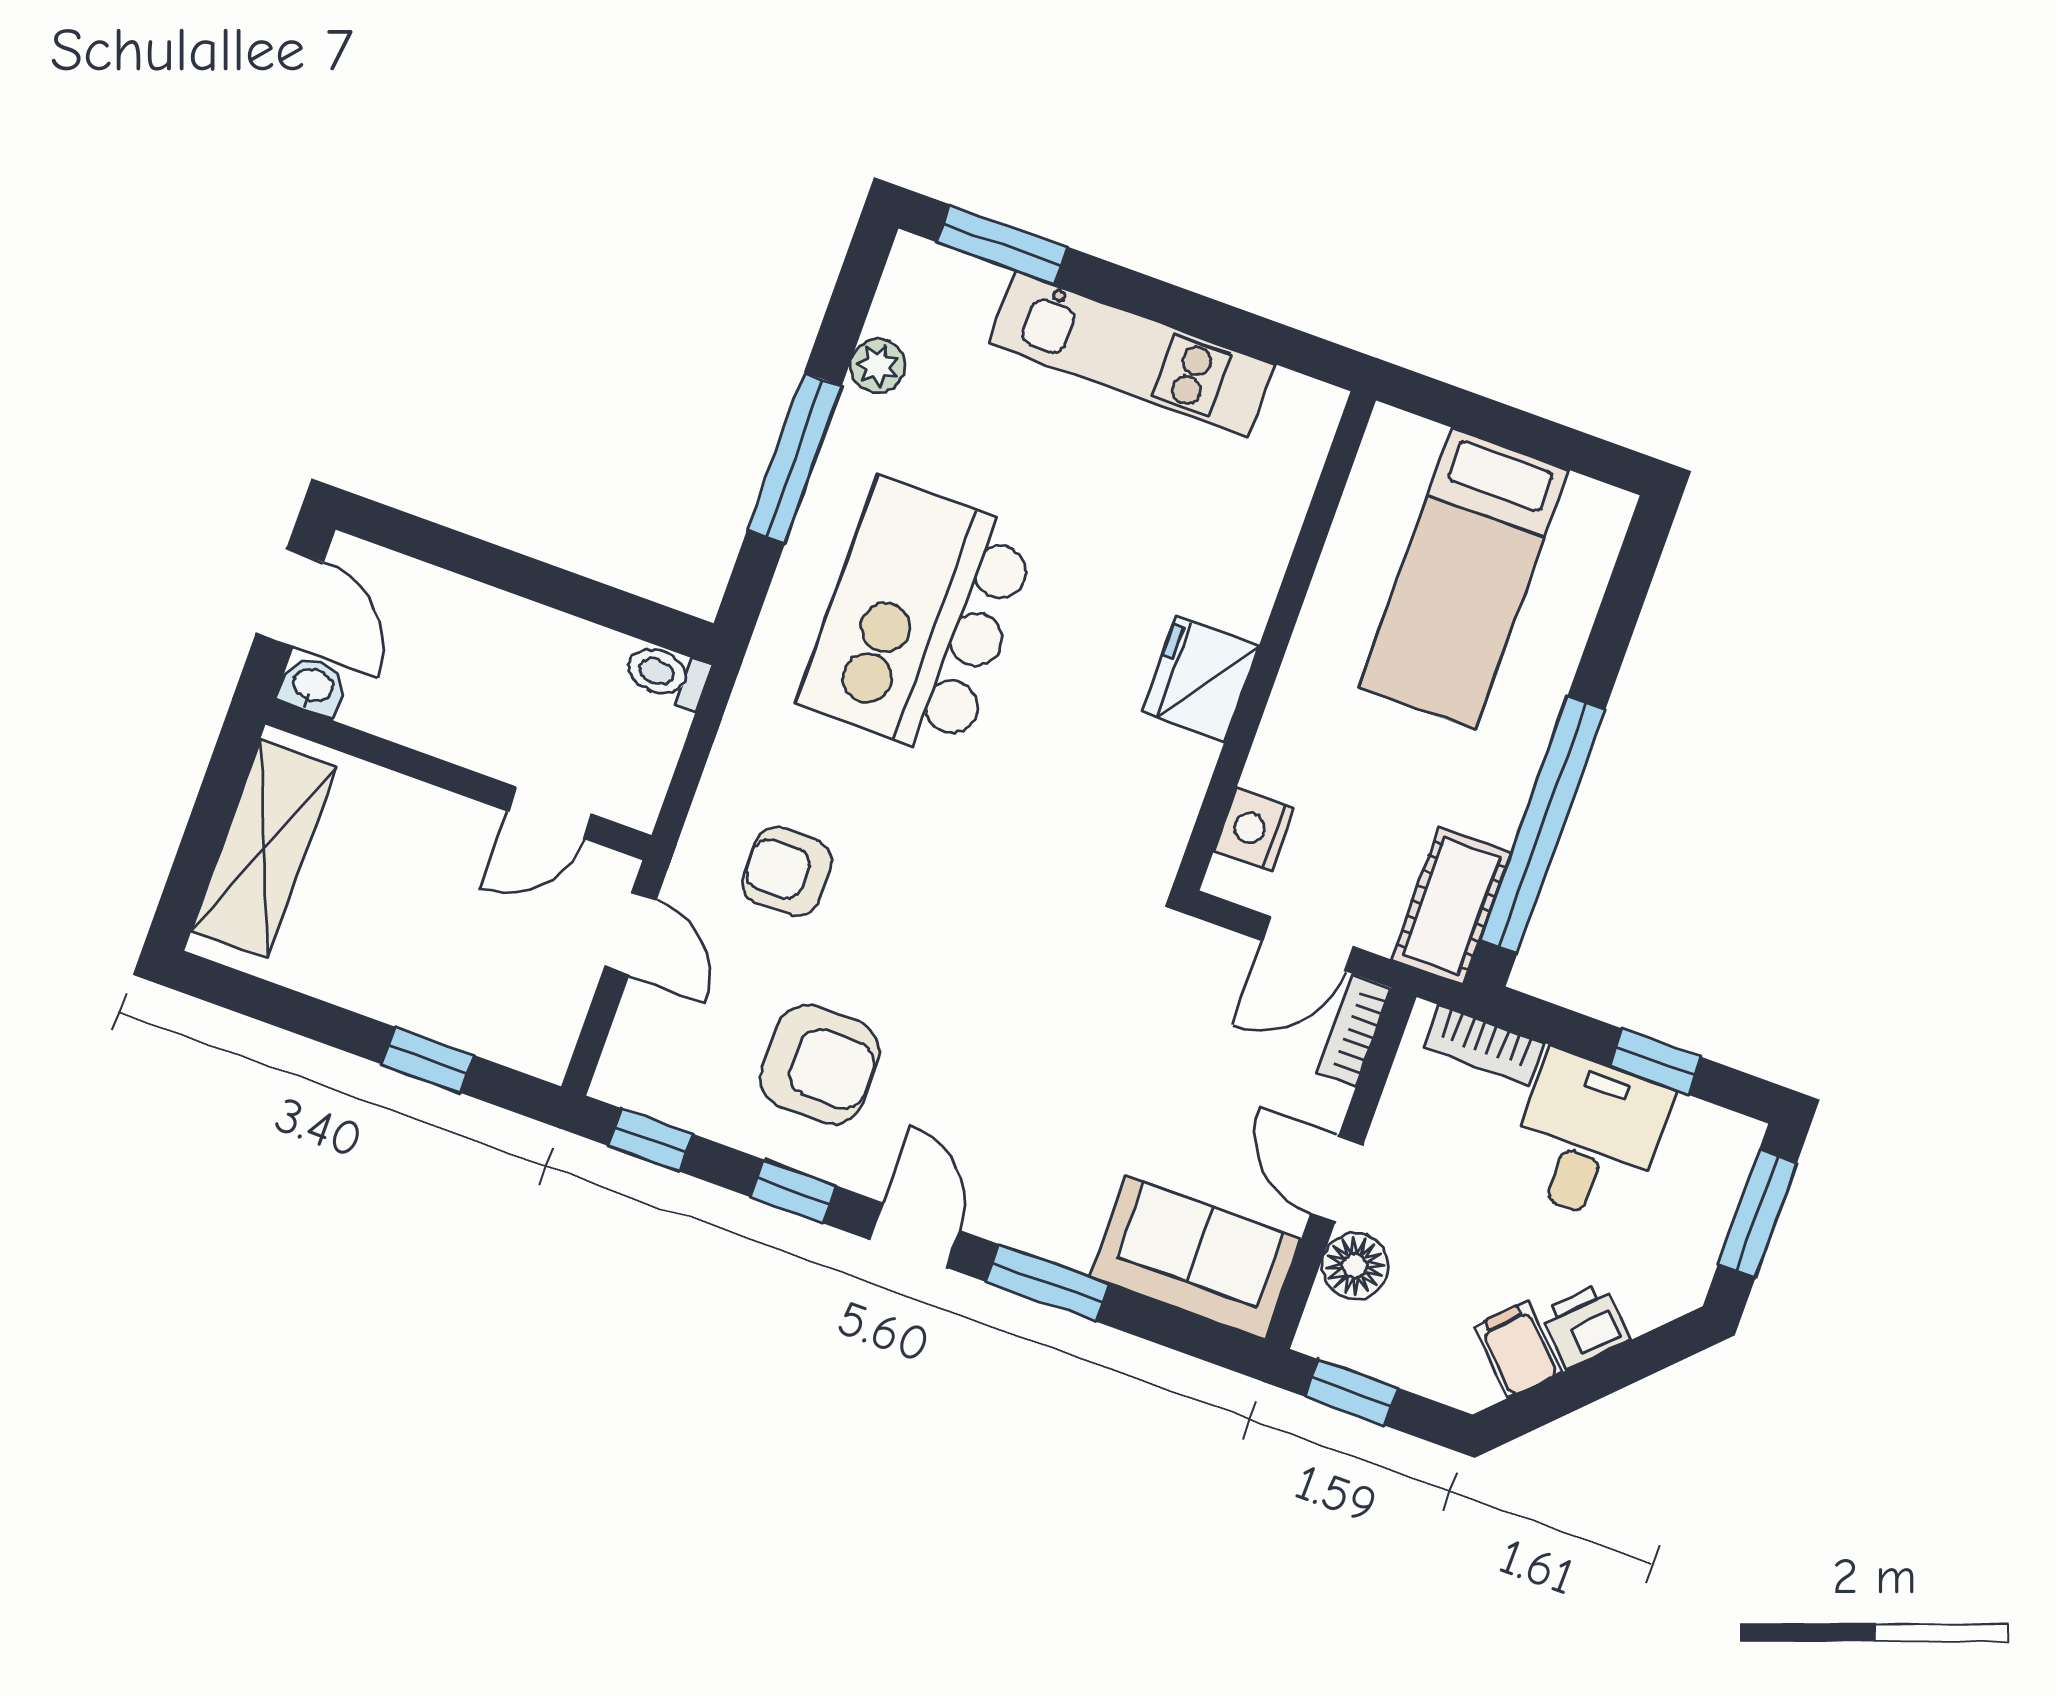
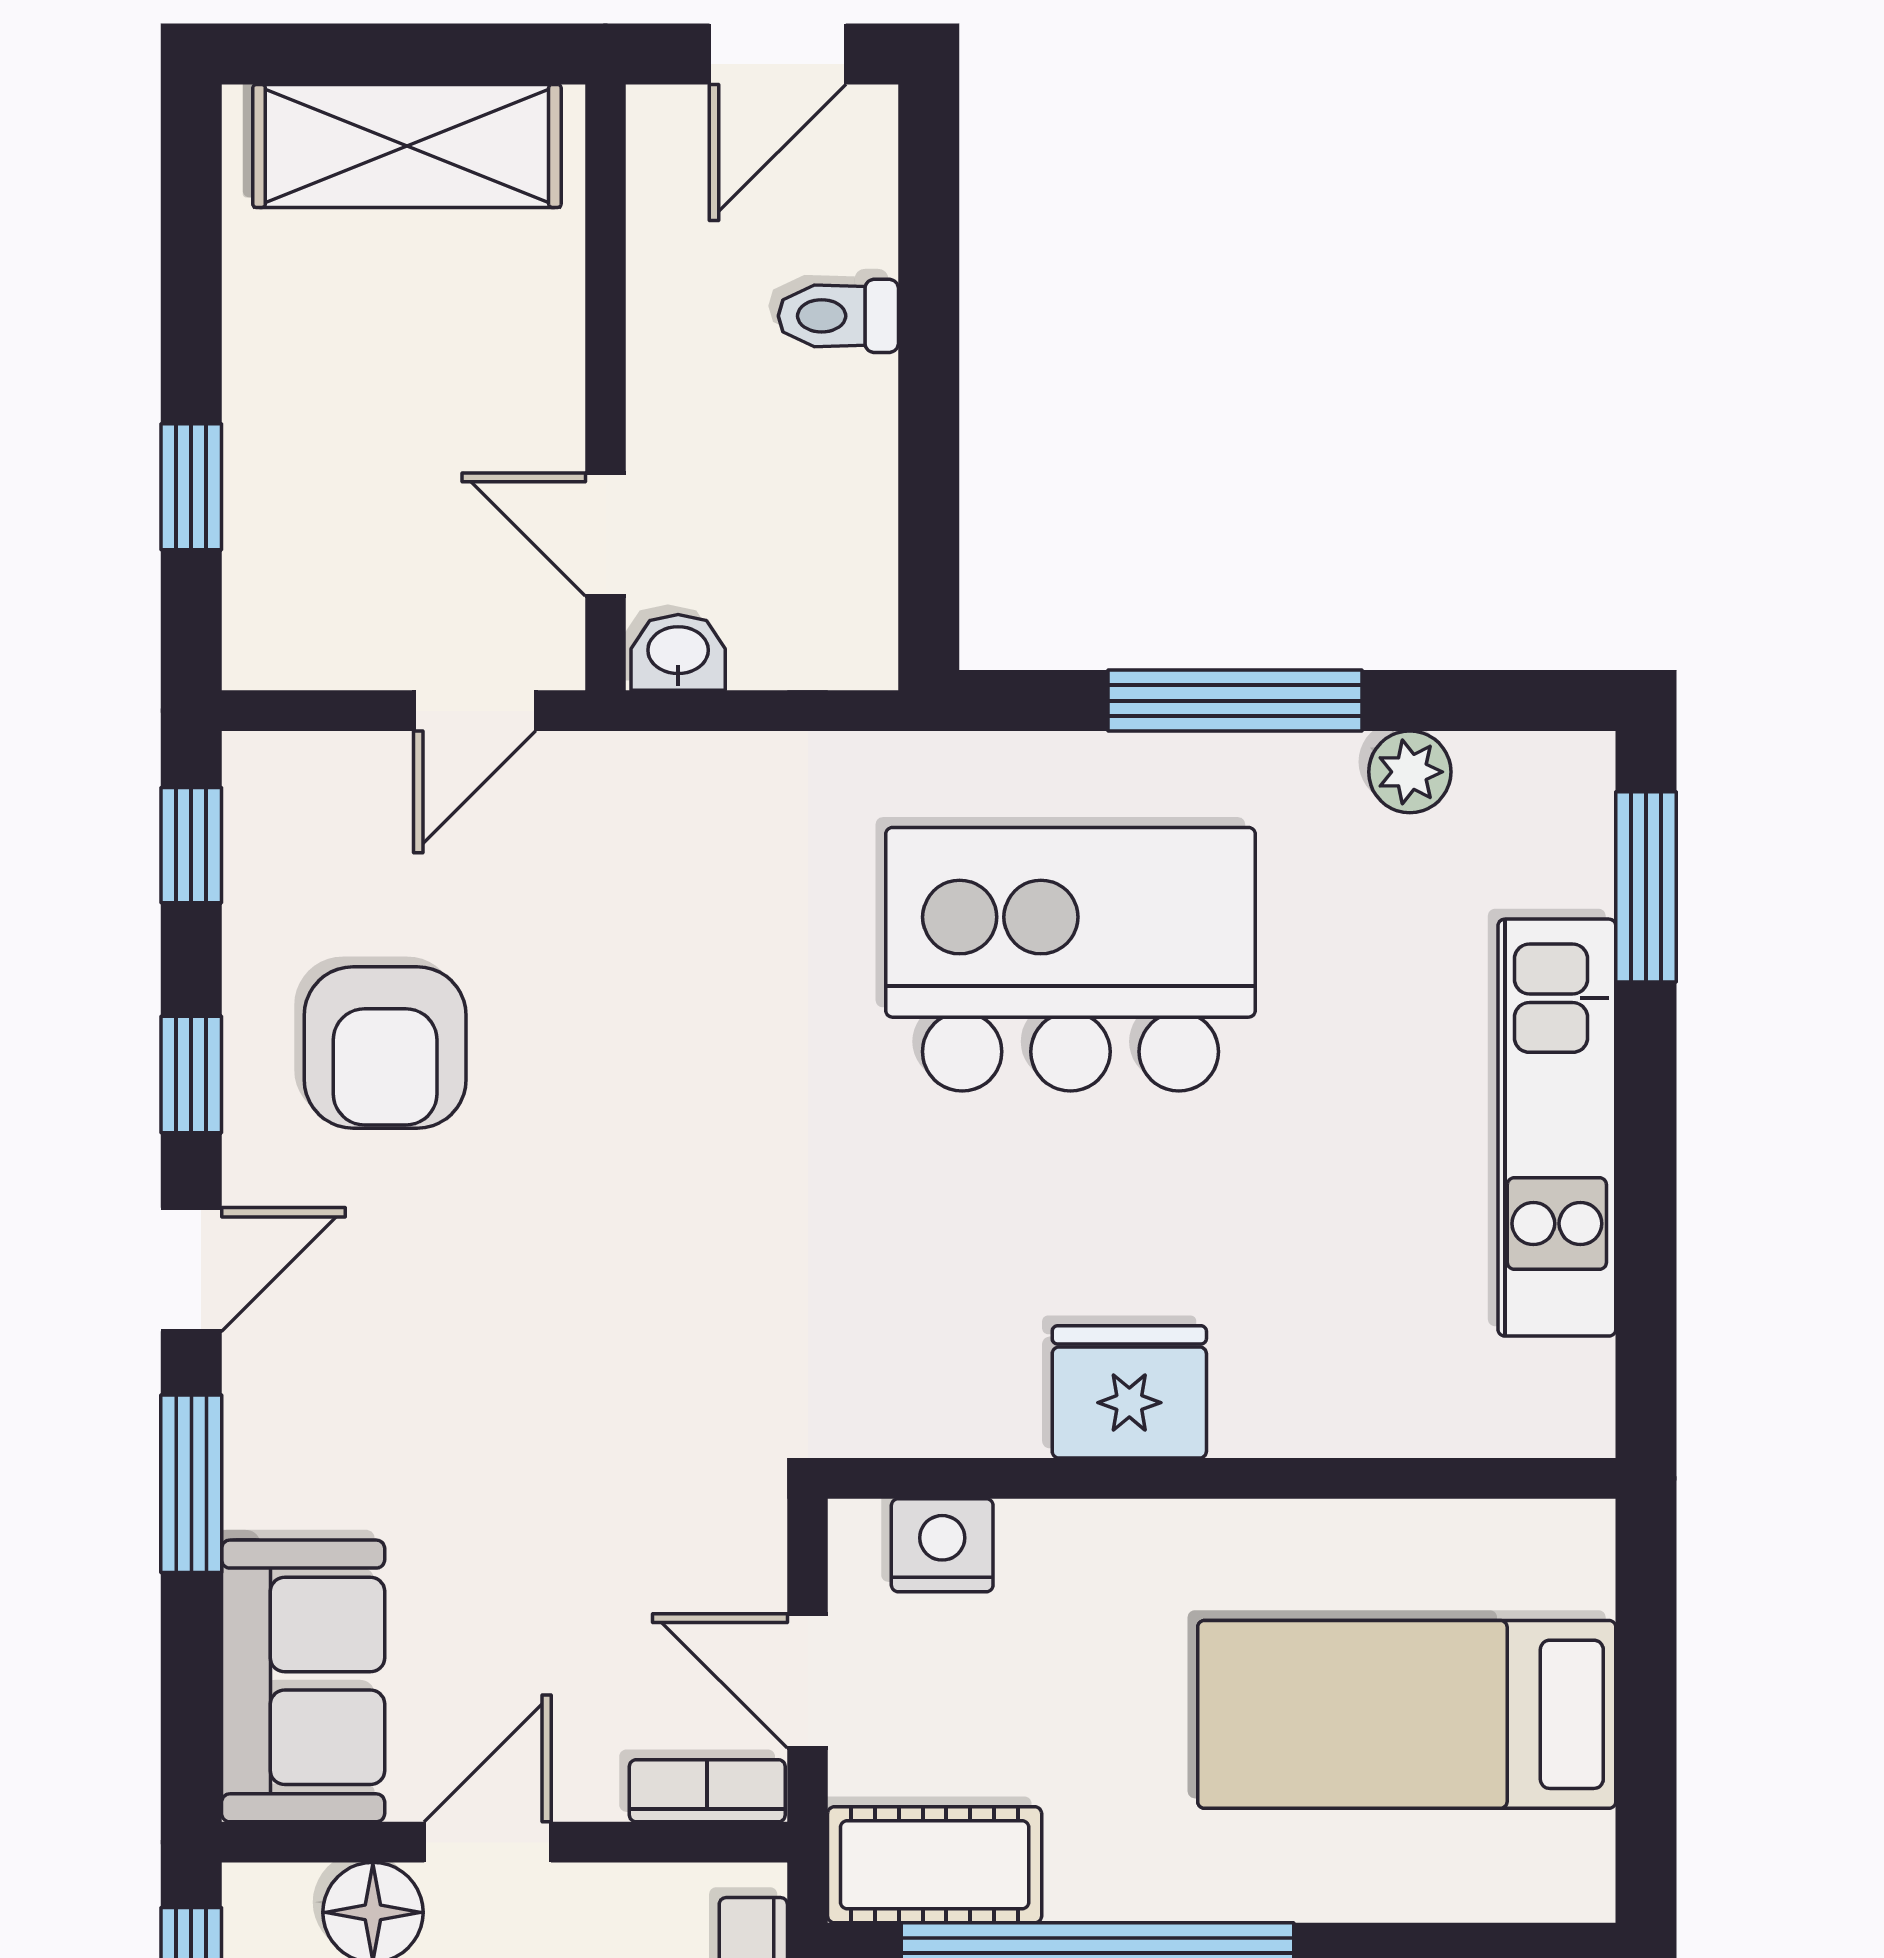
toilet: (667, 675) -> (838, 316), moved, turned -90
washbasin: (312, 686) -> (678, 652), moved, turned -90
armchair: (787, 872) -> (643, 902), removed

